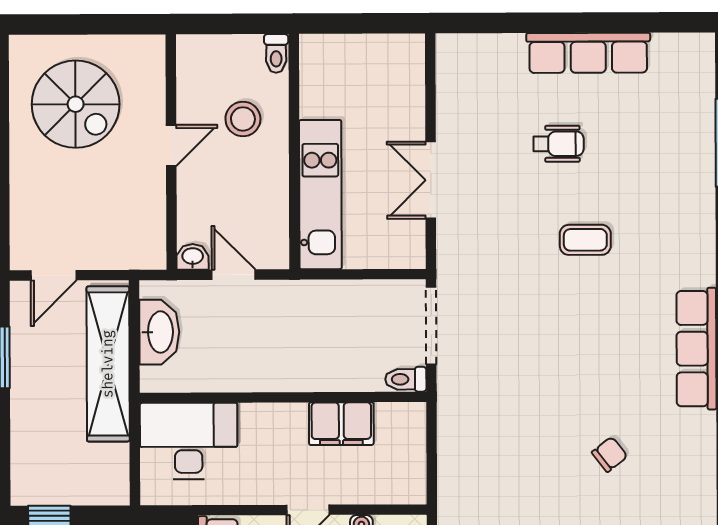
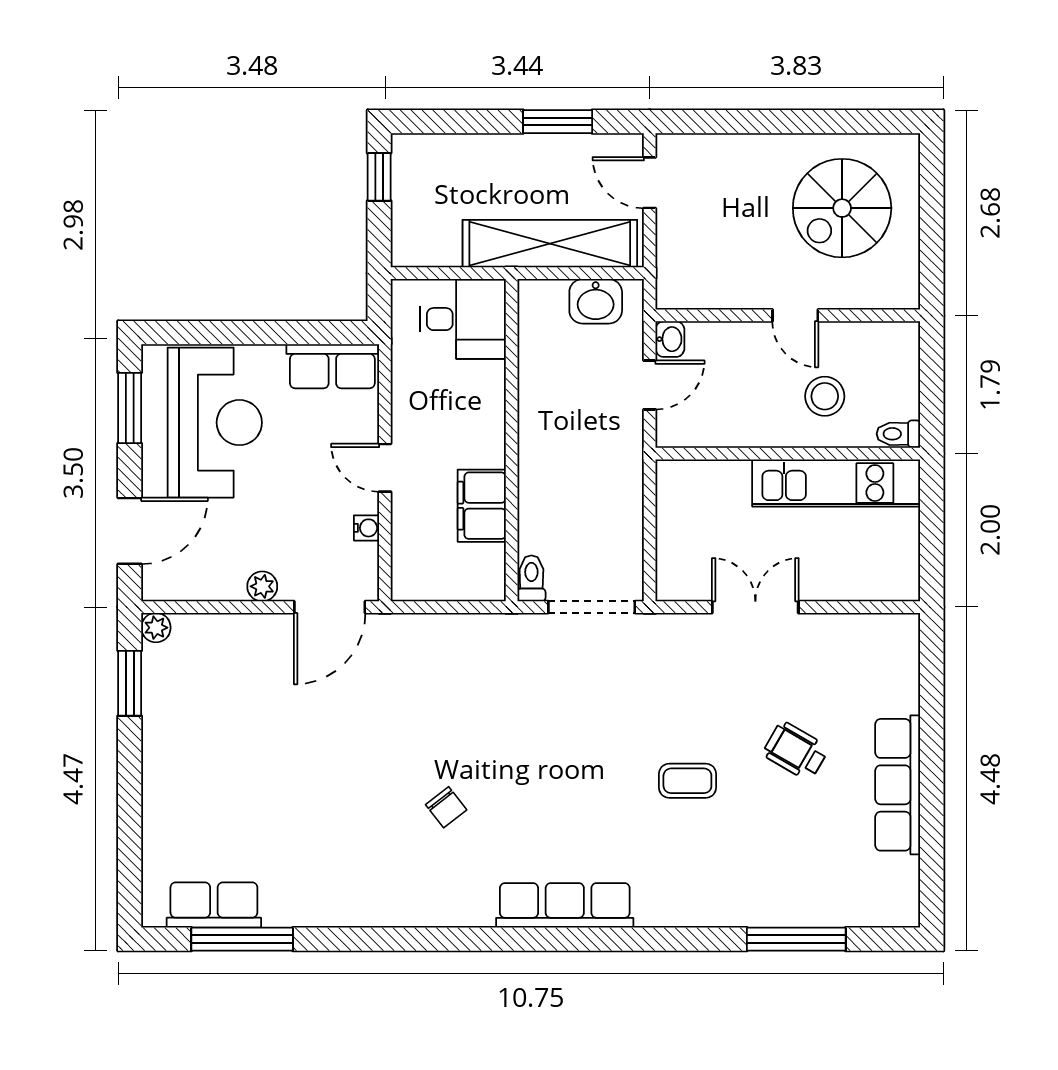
wheelchair: (558, 144) -> (796, 751), turned 120
kitchen unit: (320, 195) -> (836, 483), moved
coffee table: (585, 240) -> (687, 781), turned 90
washbasin: (159, 332) -> (596, 301), width x0.72
desk: (189, 441) -> (463, 319), width x0.73

